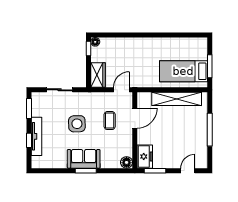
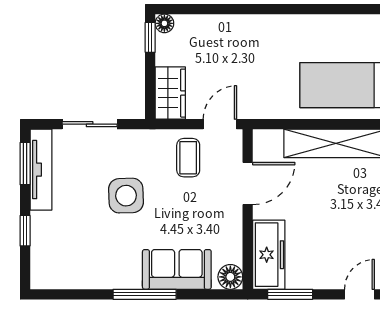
coffee table: (110, 121) -> (188, 158), moved
tv unit: (37, 136) -> (41, 170), moved
freezer: (145, 157) -> (269, 255), width x1.40
sofa: (84, 159) -> (177, 269), moved
window: (86, 171) -> (145, 294), width x1.44

